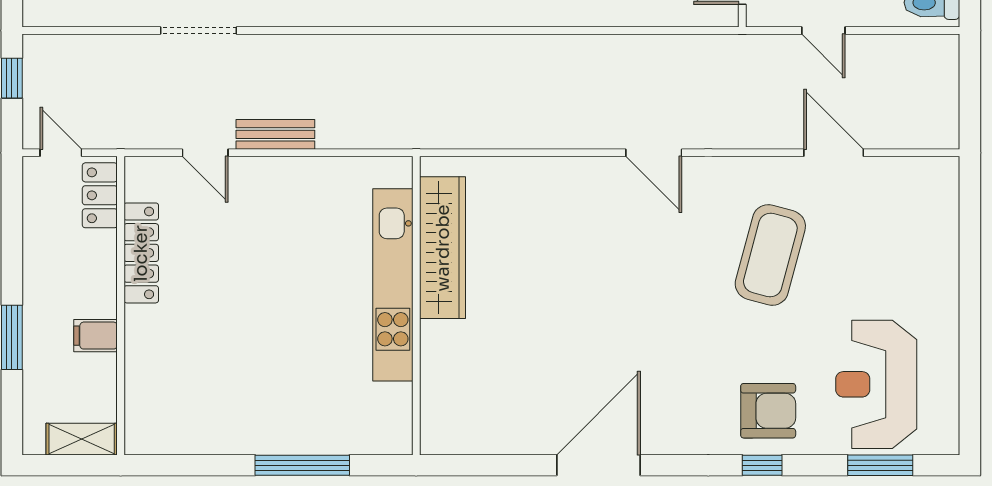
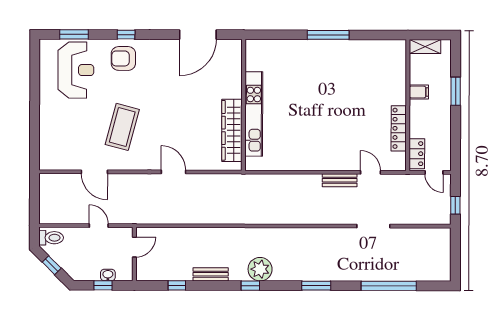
wardrobe: (443, 248) -> (232, 130), moved
kitchen unit: (393, 285) -> (254, 114), moved
wall: (416, 306) -> (244, 105), moved

